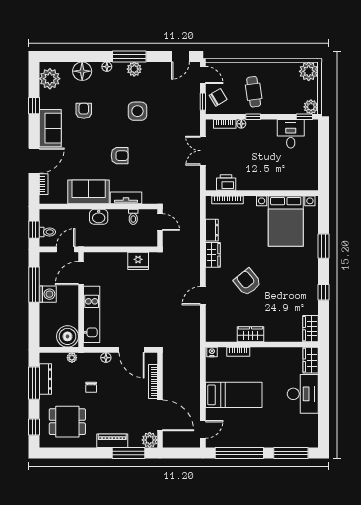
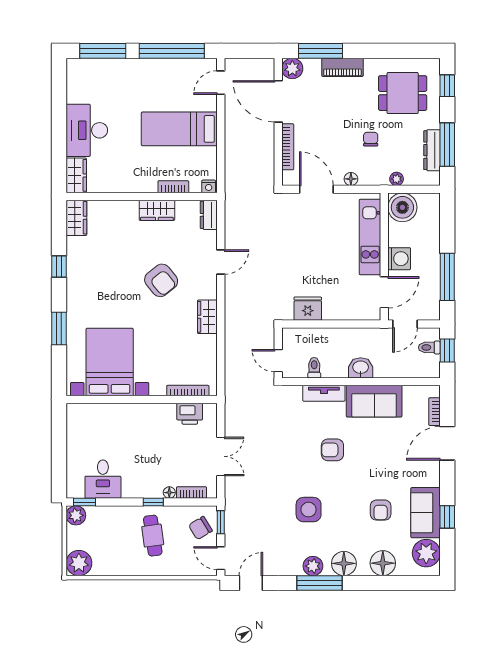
floor lamp: (107, 67) -> (344, 563), width x1.89, depth x1.89
sofa: (50, 128) -> (426, 513), moved
dresser: (212, 230) -> (209, 215), moved
washing machine: (48, 294) -> (399, 259), moved, turned 180

